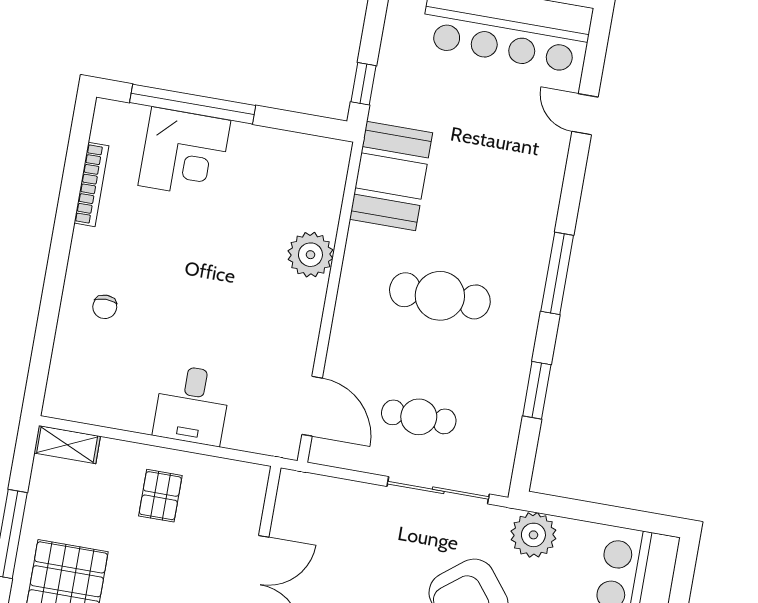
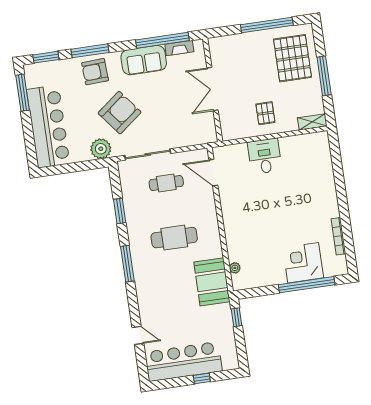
plant: (310, 255) -> (235, 268), moved, width x0.53, depth x0.53
chair: (105, 307) -> (316, 186), removed

